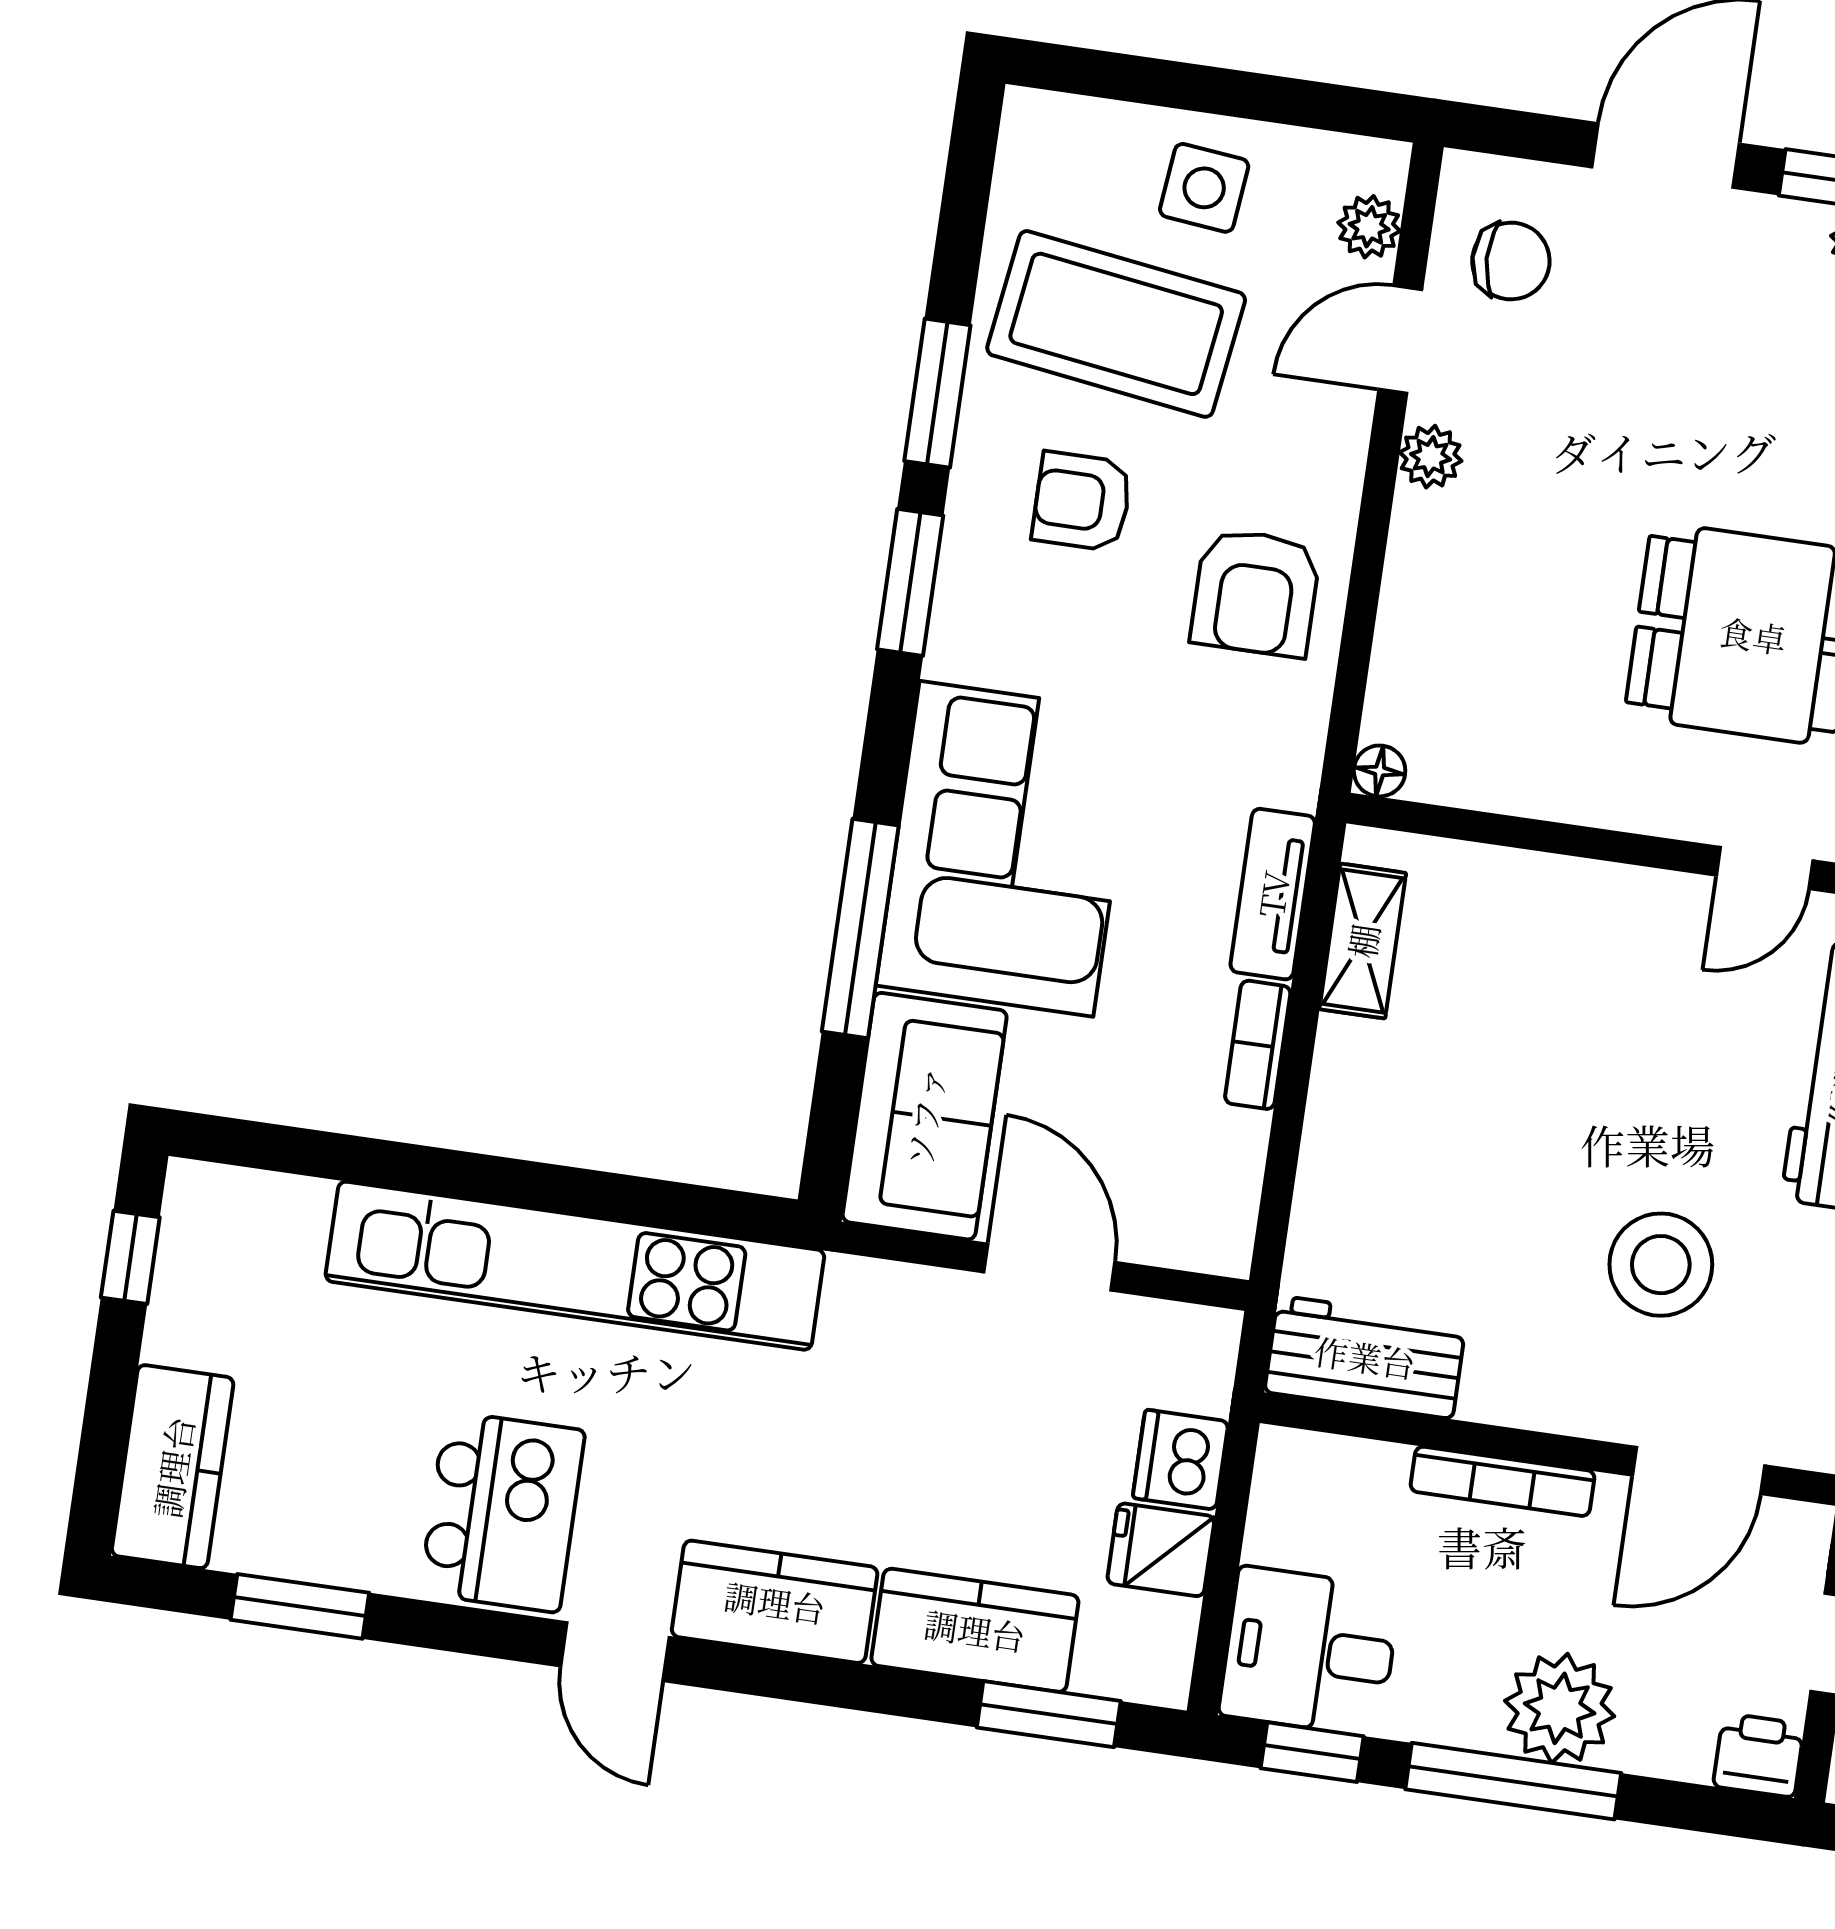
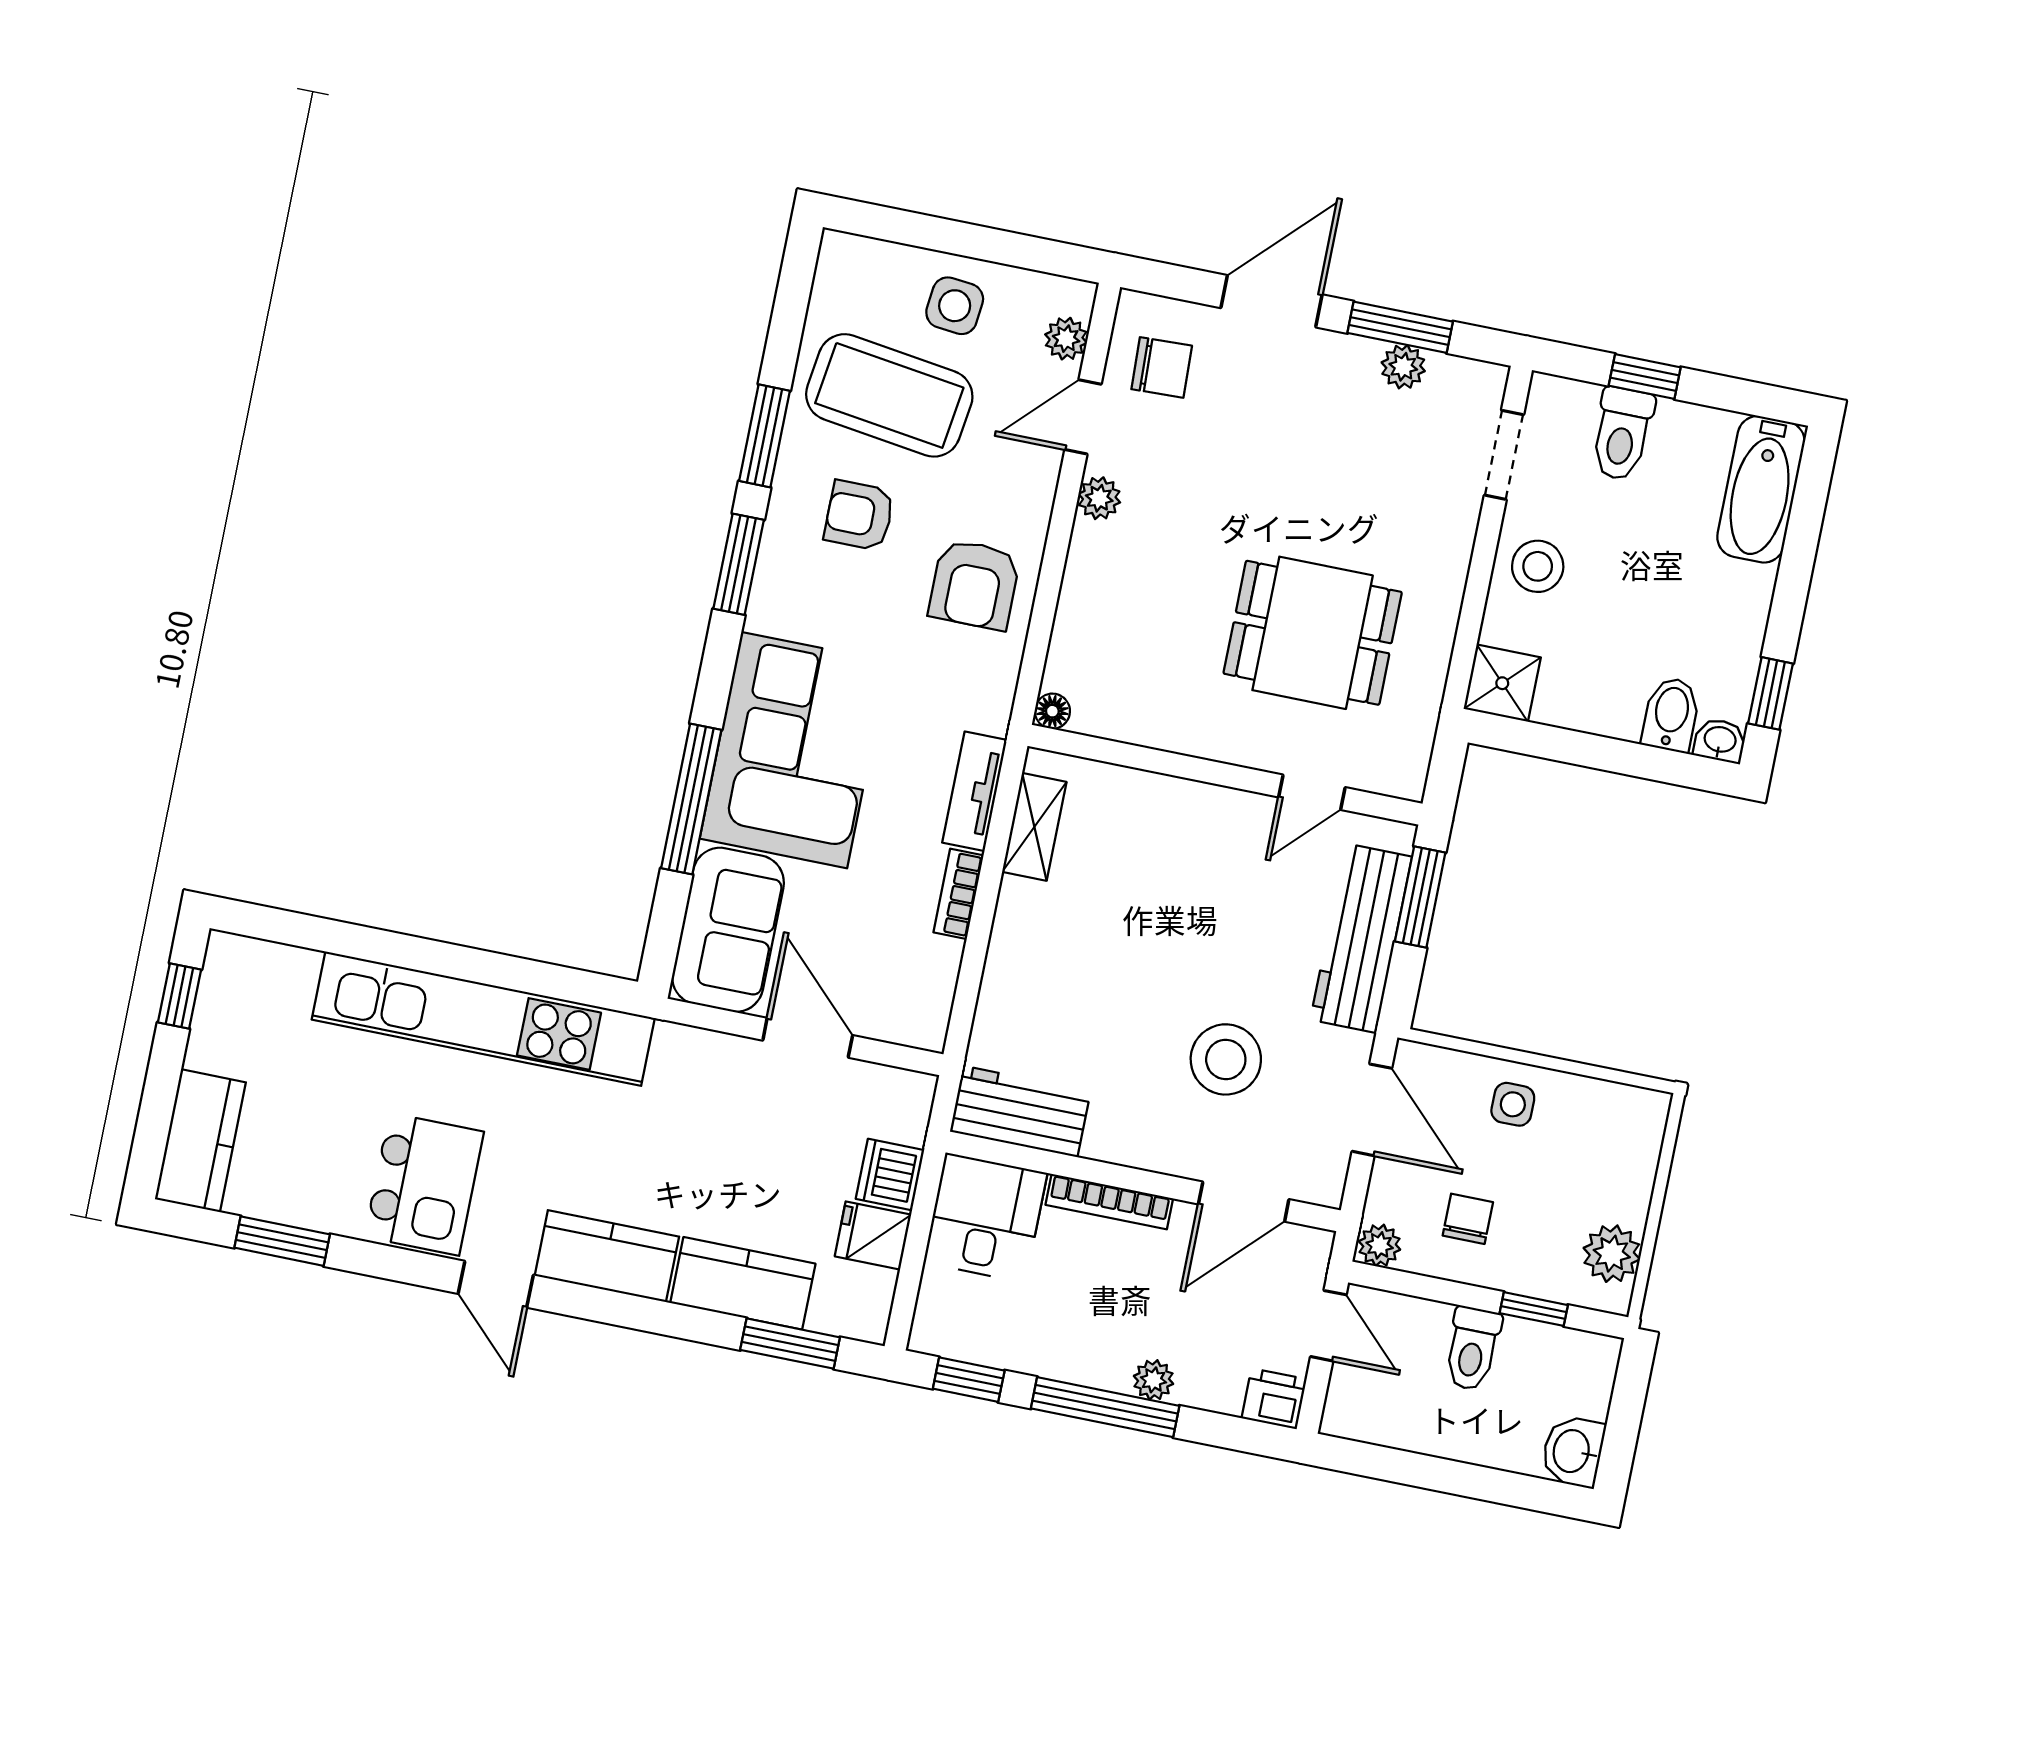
desk: (1310, 1651) -> (985, 1218), moved, turned 90
plant: (1560, 1708) -> (1153, 1380), width x0.53, depth x0.53

